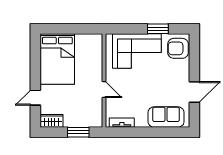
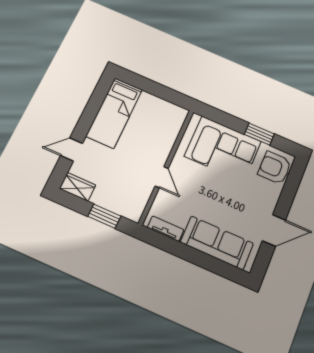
bed: (57, 59) -> (114, 113), width x0.67
sofa: (166, 117) -> (217, 243), width x1.36

